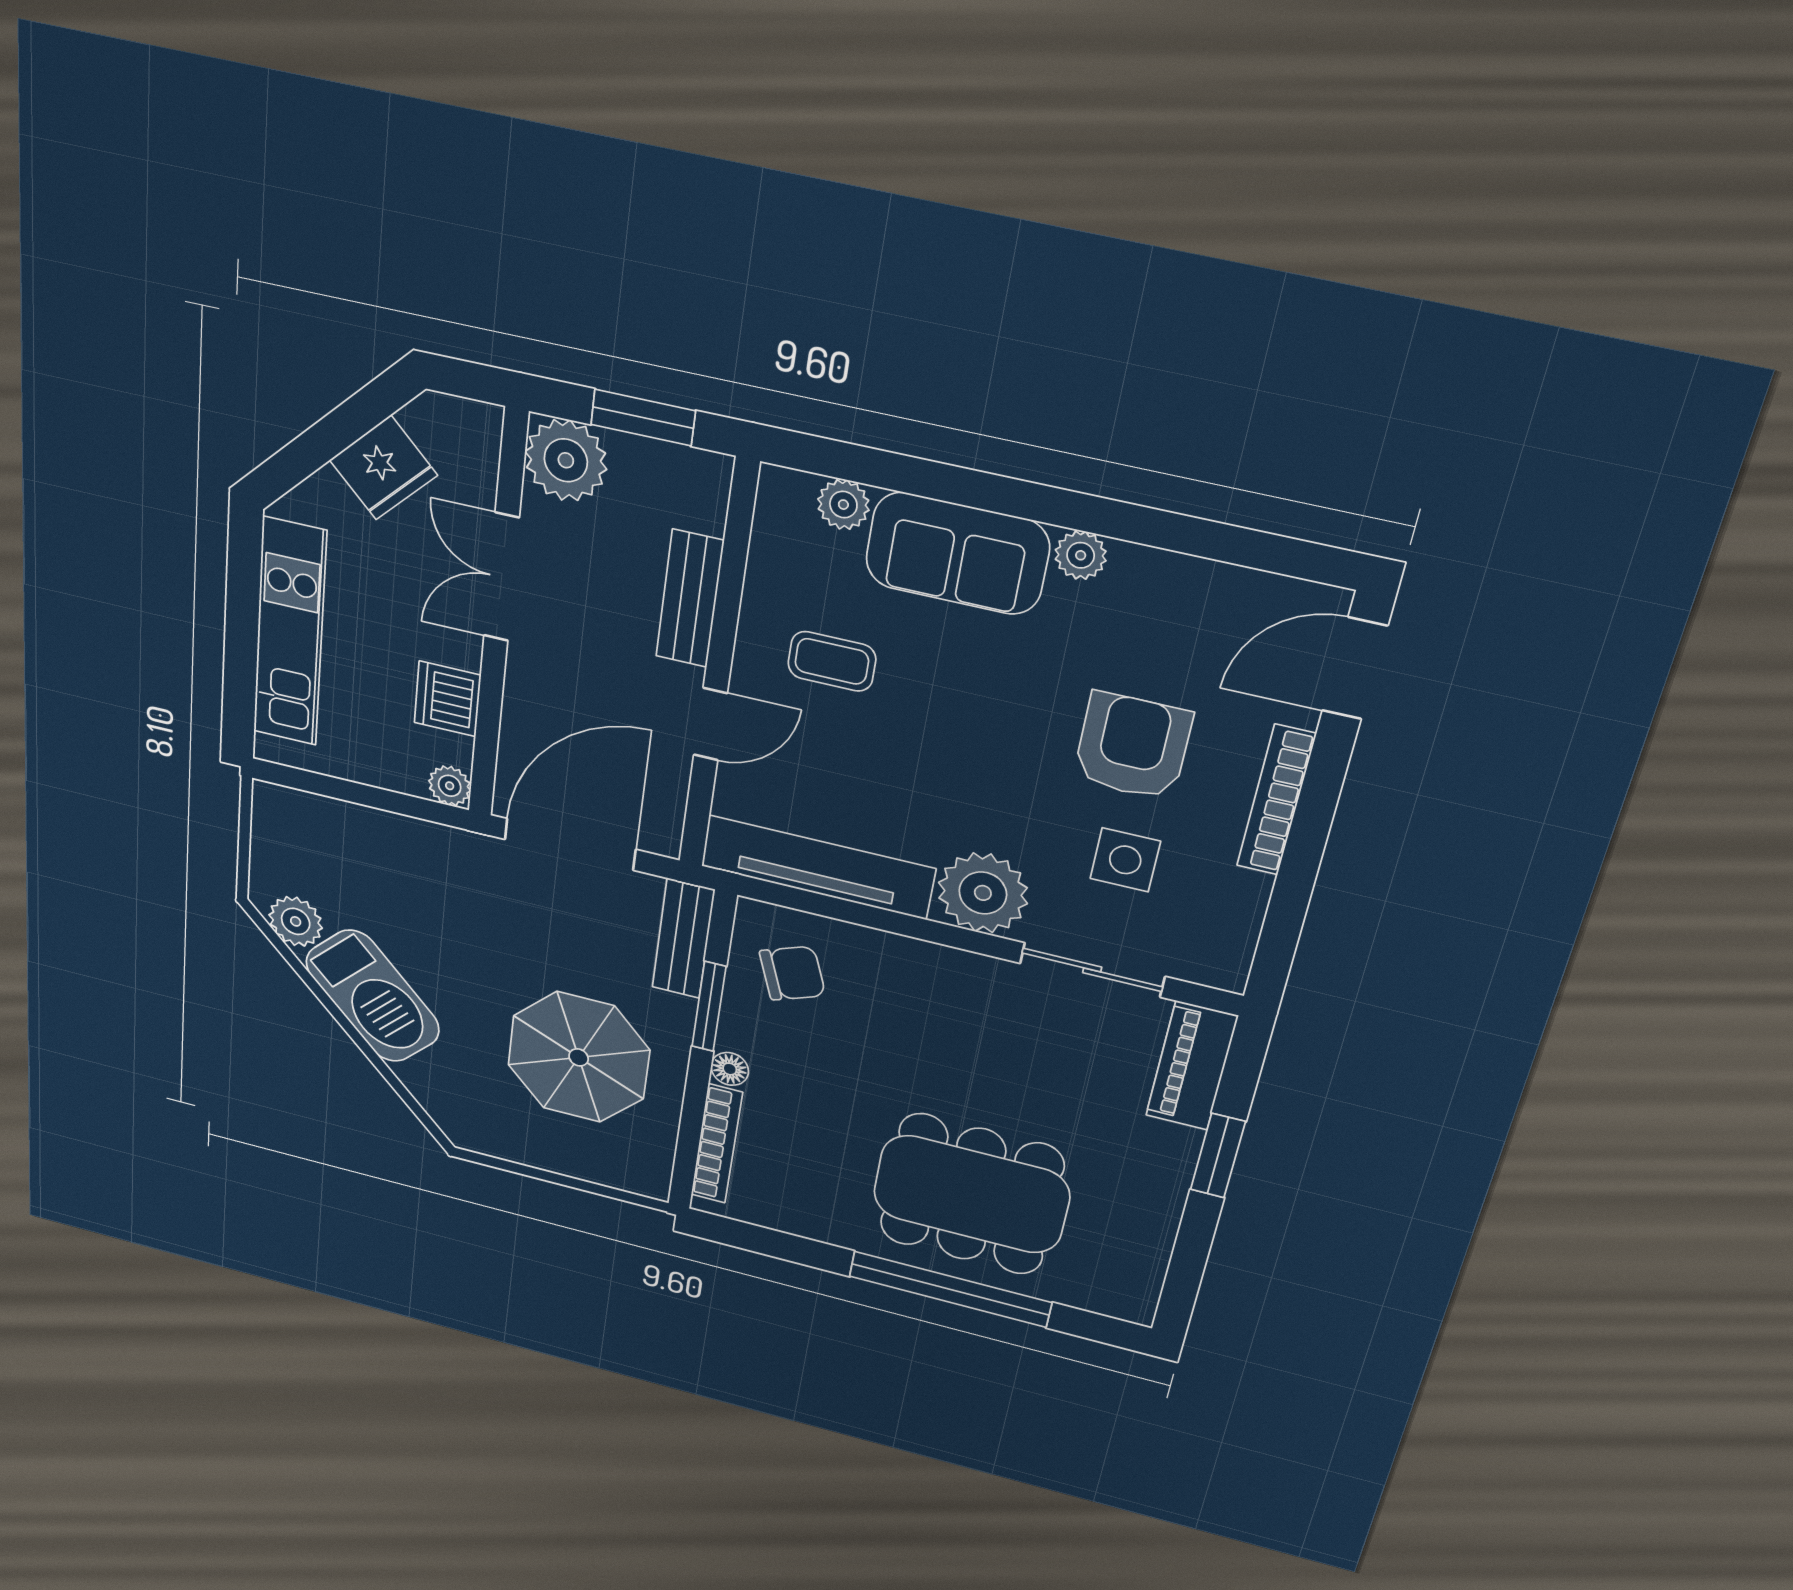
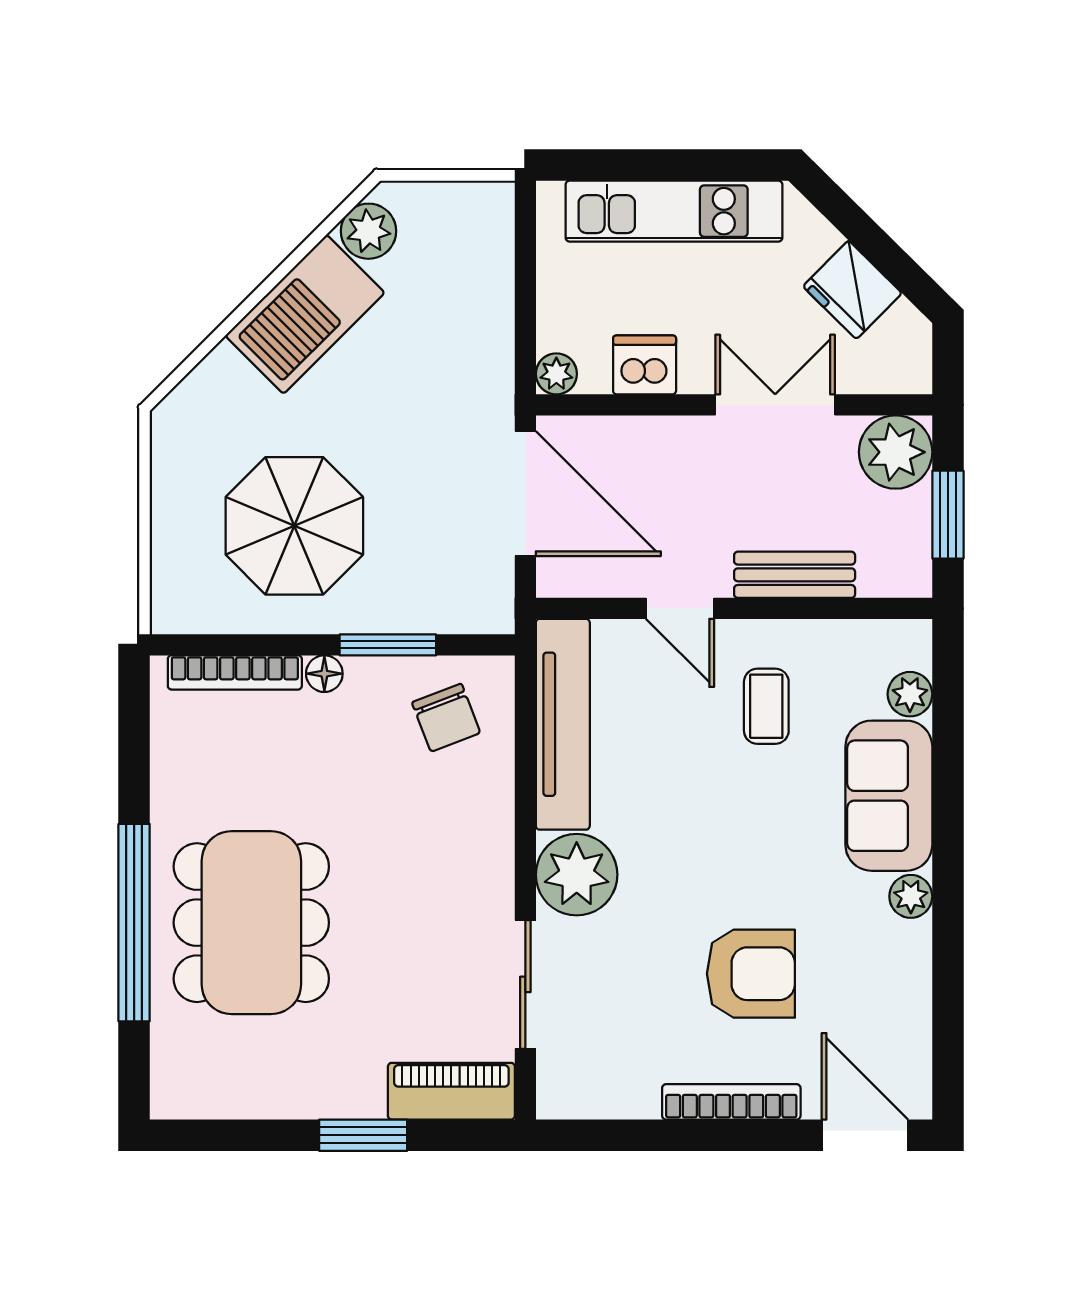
side table: (1125, 860) -> (642, 990), removed
bench: (683, 939) -> (455, 611), removed

